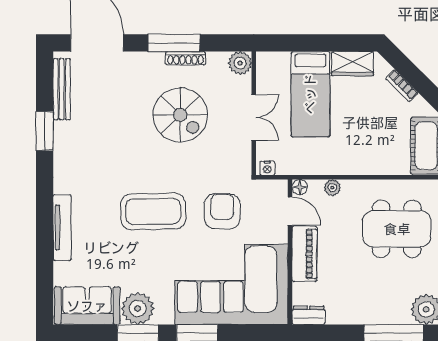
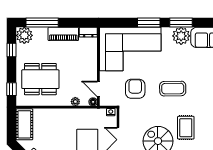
rug: (129, 140) -> (186, 128), added
armchair: (222, 211) -> (135, 89), turned 180
coffee table: (153, 212) -> (173, 89), width x0.73, depth x0.76
piano: (304, 254) -> (63, 34), moved, turned -90

